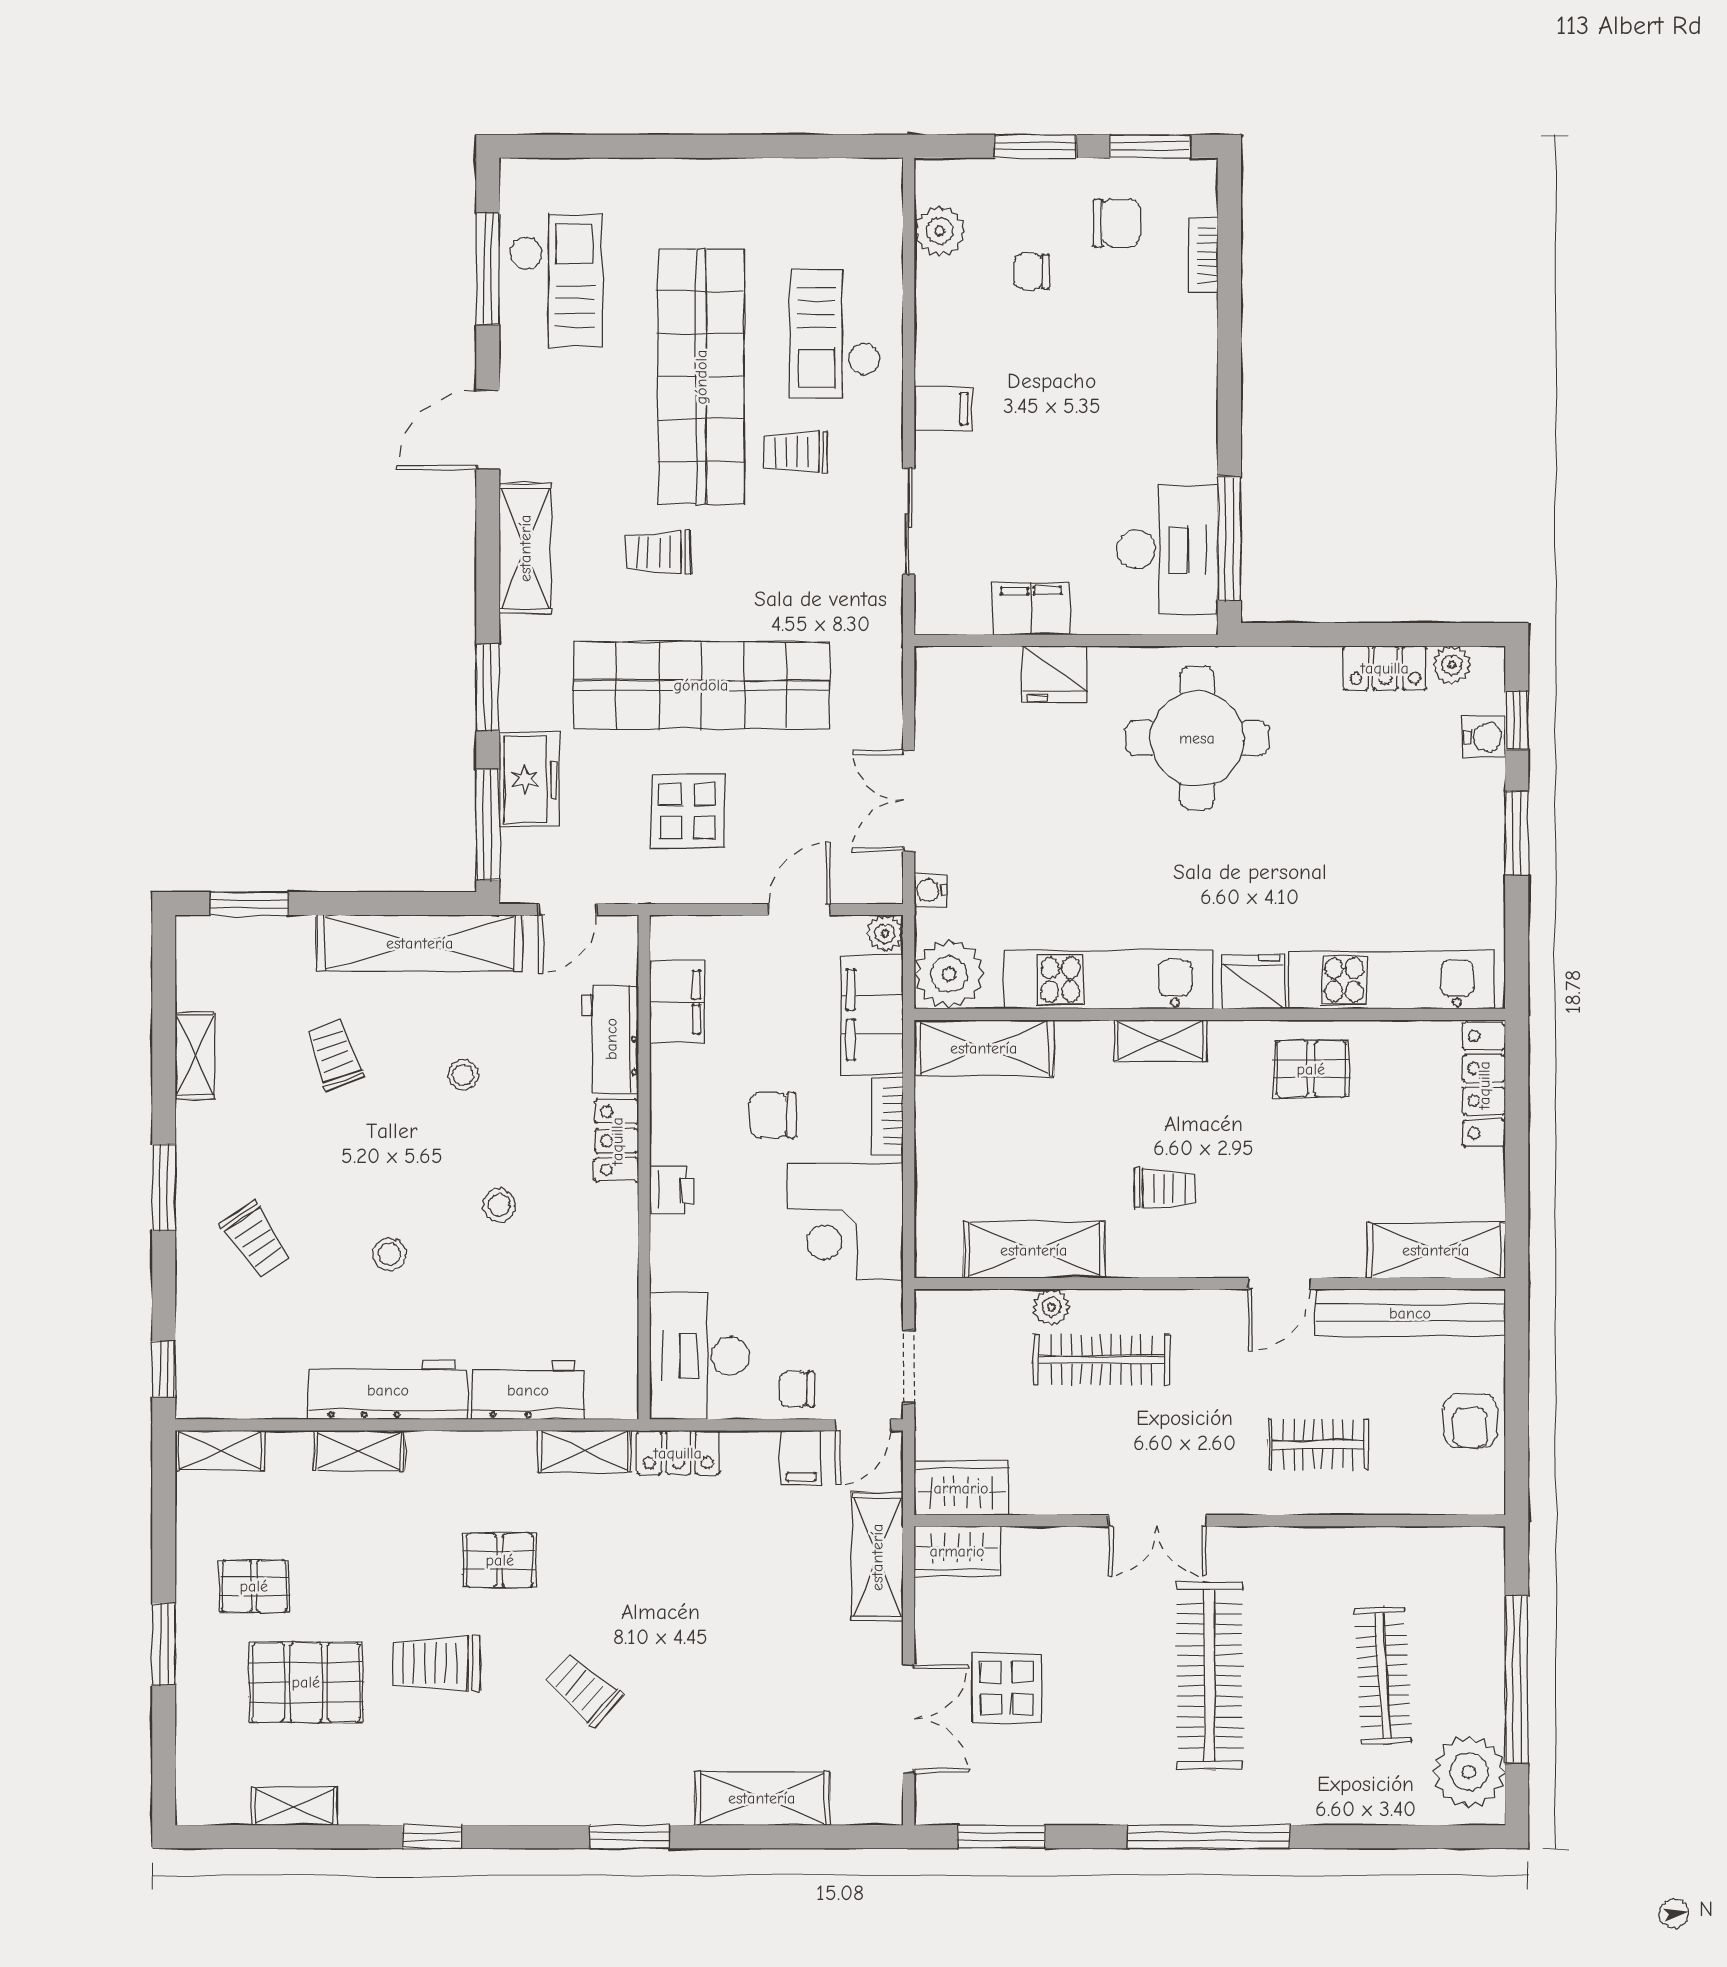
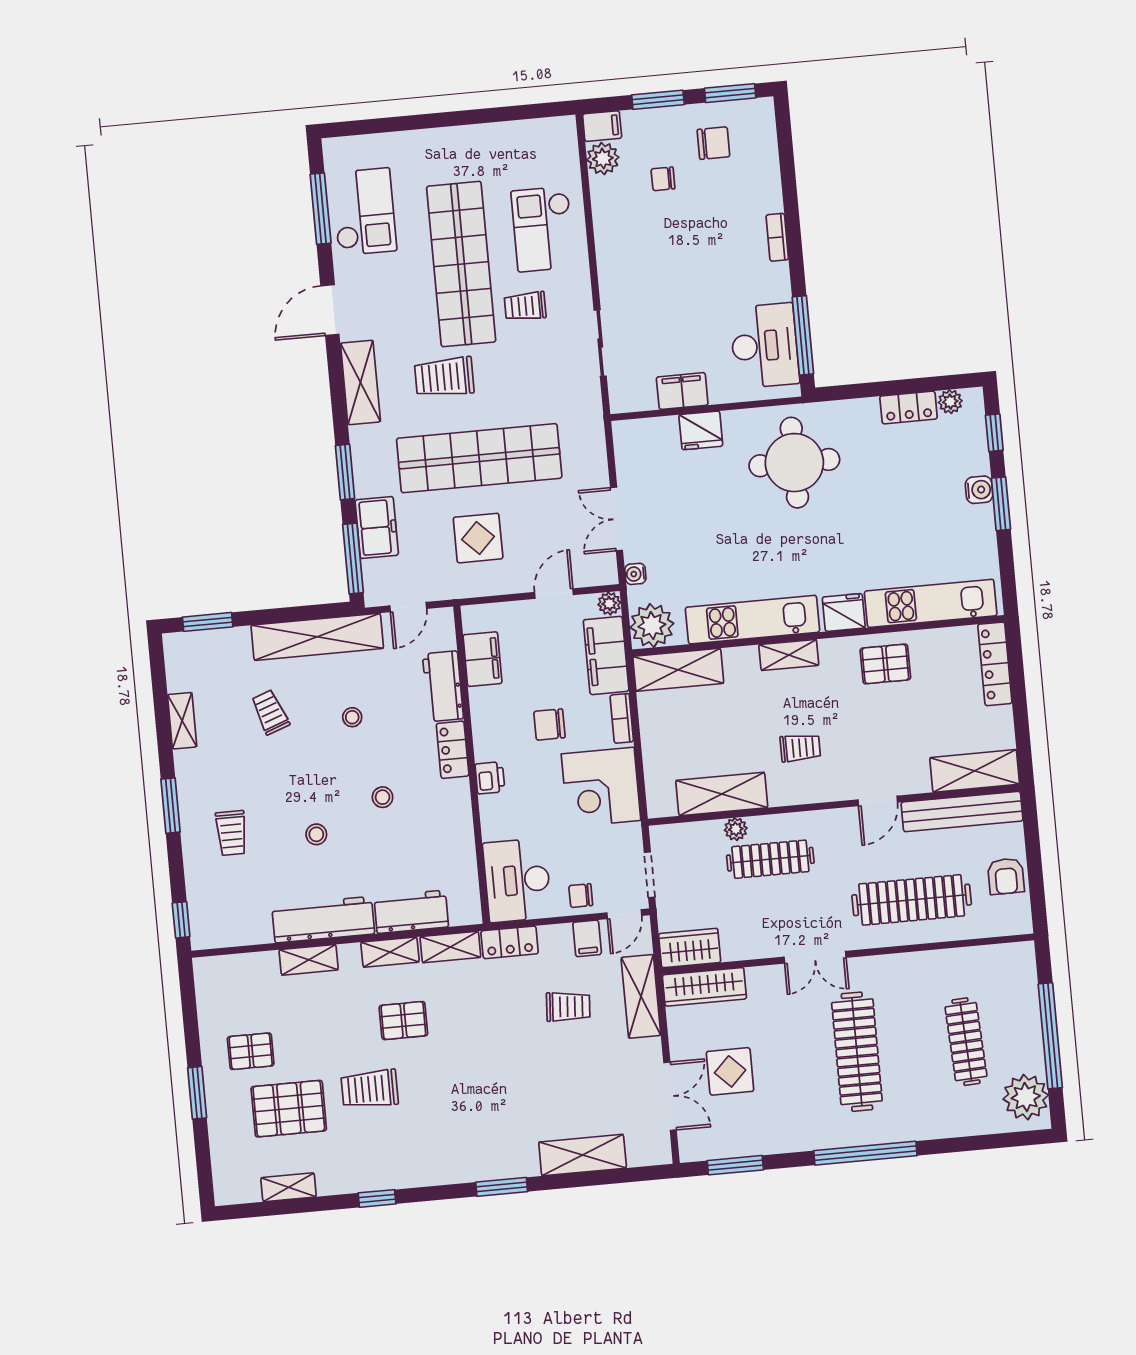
bookcase: (1203, 255) -> (777, 237), moved
filing cabinet: (943, 409) -> (602, 126), moved
trolley: (658, 552) -> (444, 377), width x1.36, depth x1.39
water cooler: (1484, 737) -> (979, 490), moved
trolley: (256, 1240) -> (231, 833), turned 34
clothes rail: (1318, 1445) -> (912, 900), width x1.86, depth x1.31
shelving: (220, 1450) -> (390, 952), moved
wardrobe: (957, 1551) -> (704, 987), width x1.50
trolley: (583, 1689) -> (568, 1007), moved, turned 143

